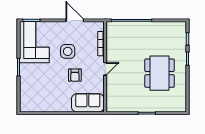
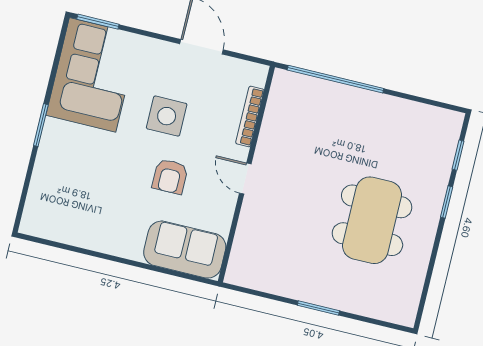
door: (105, 69) -> (245, 179), swing flipped

